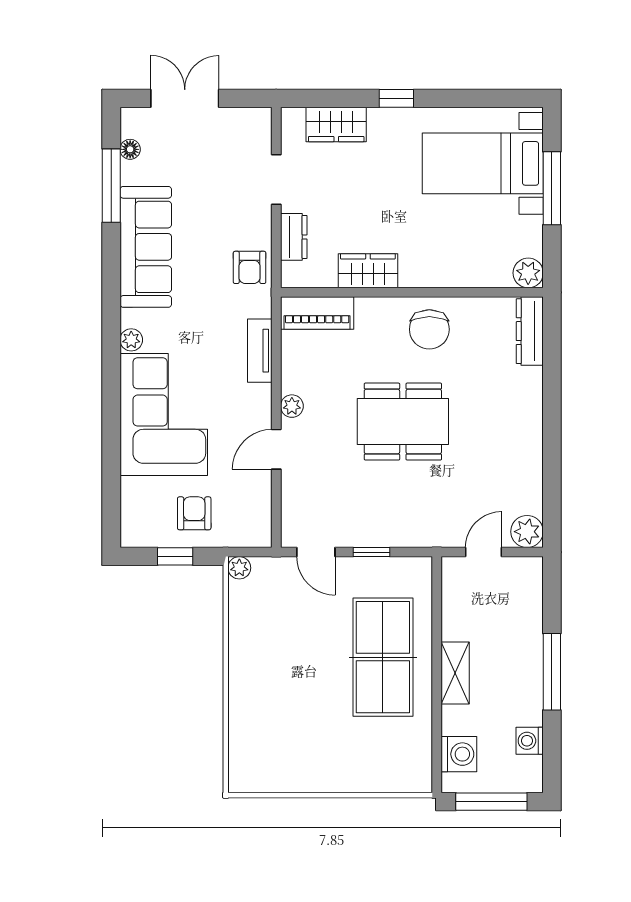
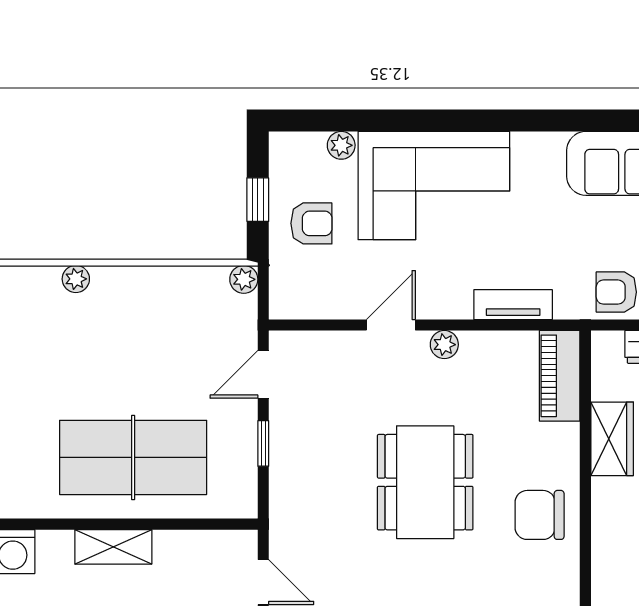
plant: (131, 340) -> (341, 145), moved
door: (276, 449) -> (391, 325), hinge flipped
plant: (239, 703) -> (76, 279), added

